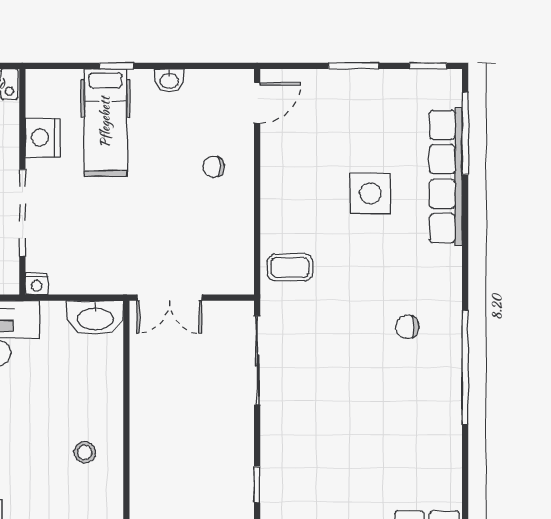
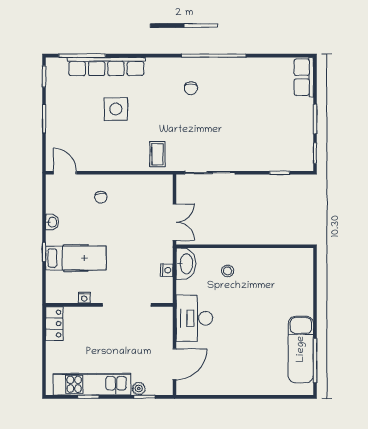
nightstand: (43, 137) -> (84, 298), width x0.53, depth x0.56
nightstand: (37, 284) -> (167, 270), moved
stool: (85, 452) -> (228, 271), moved

